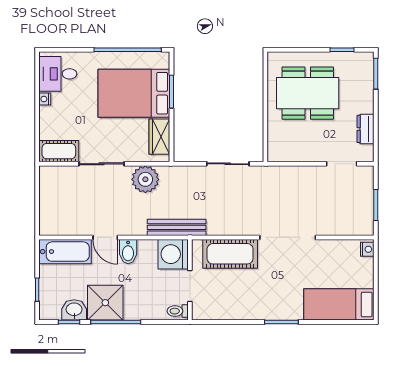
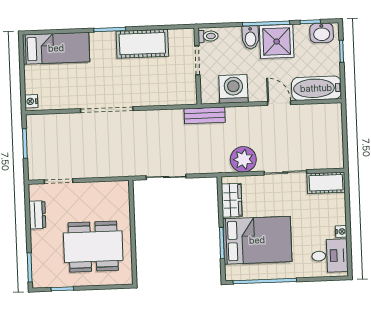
bench: (177, 227) -> (205, 115), width x0.73
bidet: (128, 252) -> (250, 37), moved, turned 180
washing machine: (173, 254) -> (233, 89), moved, turned -90
cot: (230, 254) -> (142, 44), moved
washbasin: (74, 310) -> (322, 33), moved

